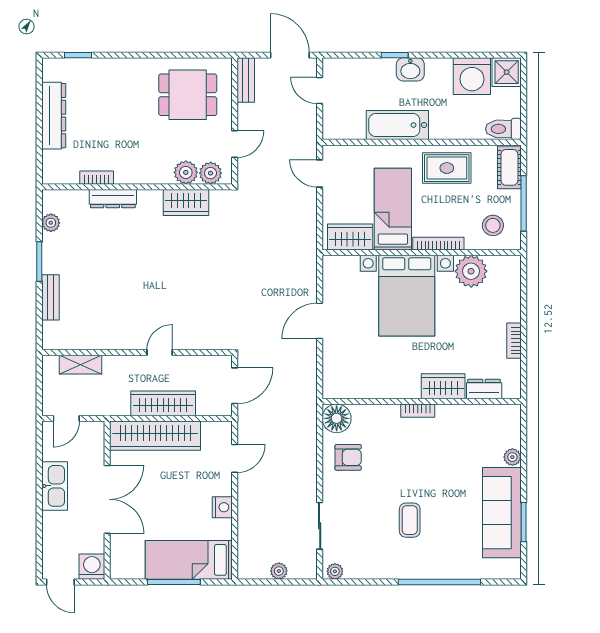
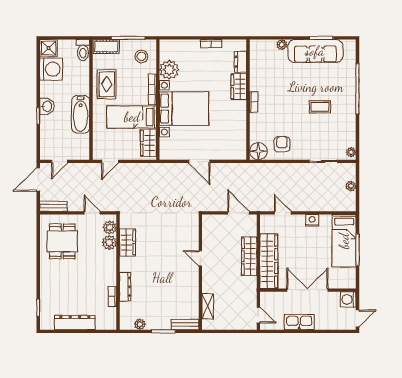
wall: (137, 353) -> (200, 272), moved
door: (160, 353) -> (200, 258), moved
shelving: (80, 365) -> (208, 306), moved

